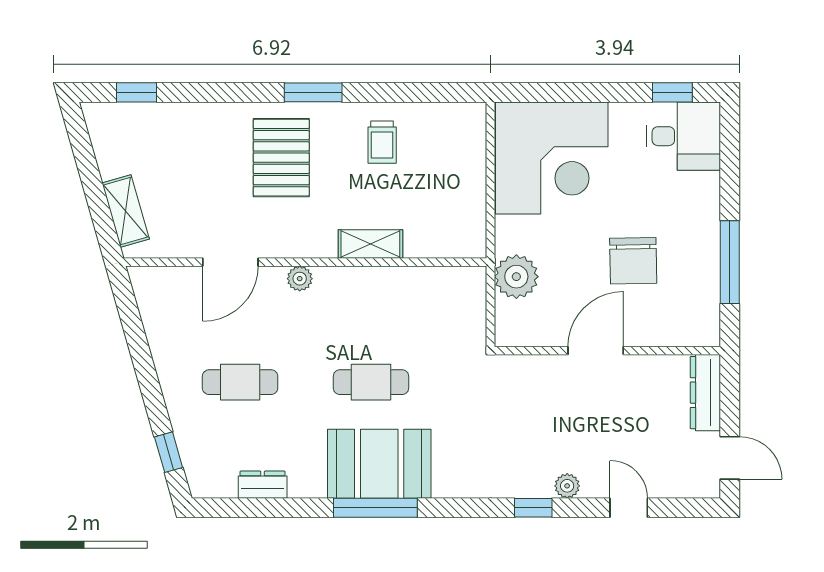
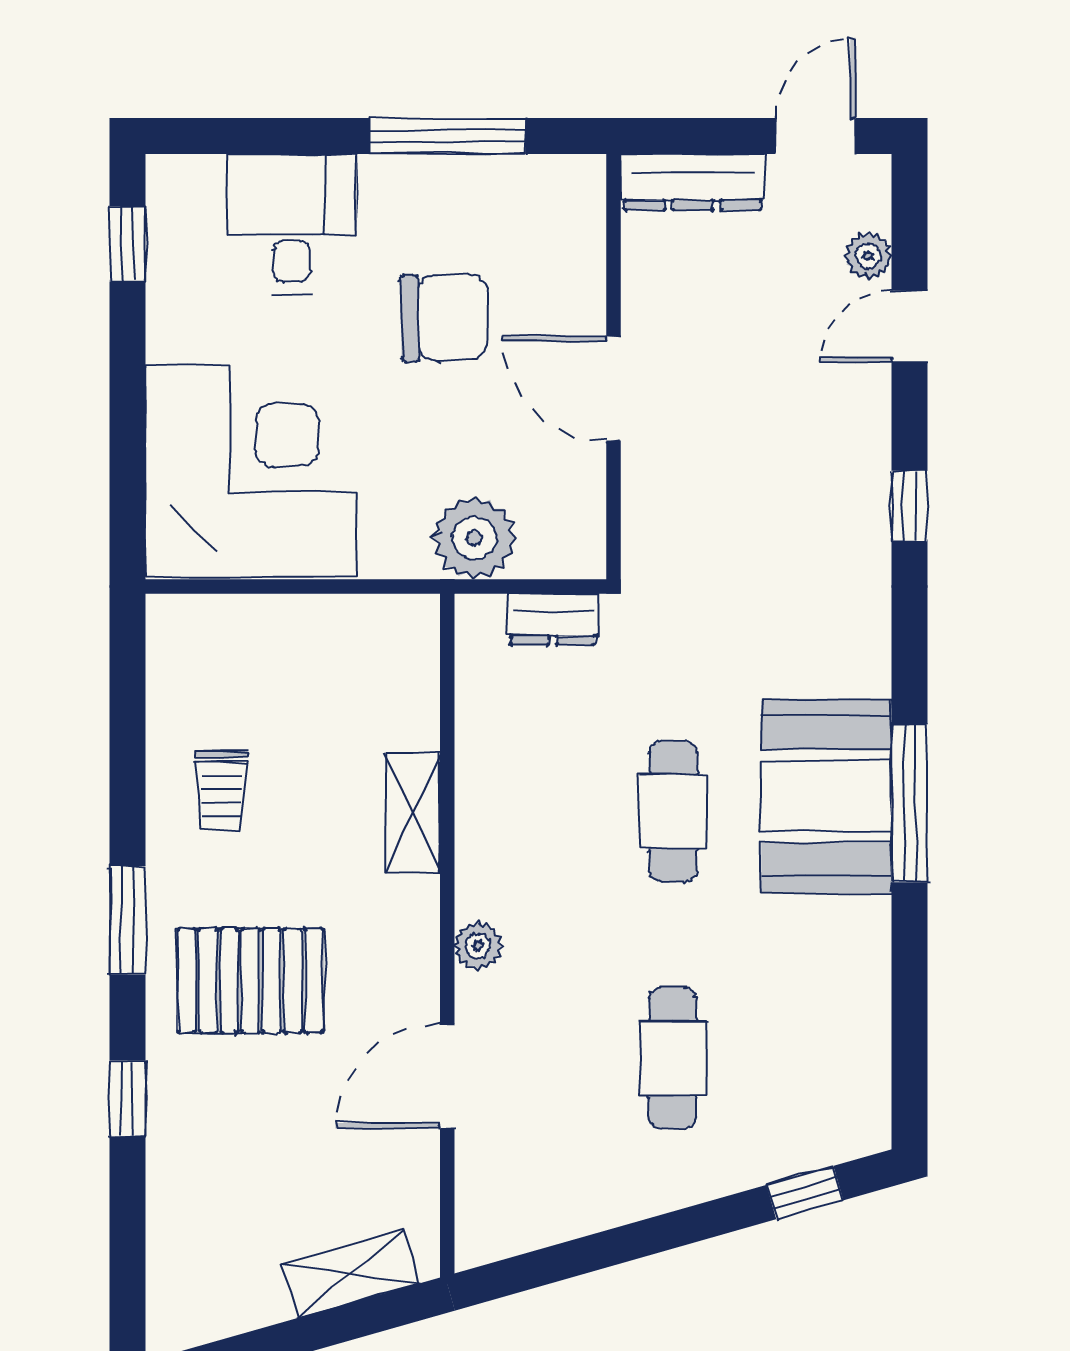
window: (137, 92) -> (127, 1099), moved
desk: (683, 136) -> (292, 223), moved
trolley: (382, 142) -> (221, 791), turned 90
door: (230, 262) -> (447, 1076), swing flipped
dresser: (263, 485) -> (553, 619), moved, turned -90
plant: (567, 486) -> (868, 256), moved

